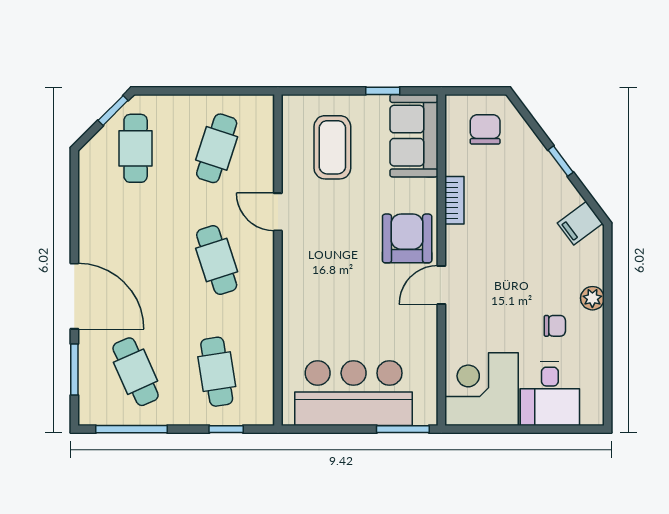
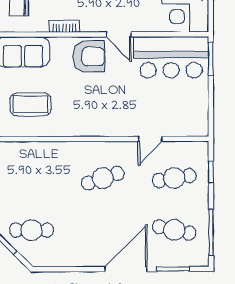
cafe table: (217, 148) -> (31, 178), removed
door: (278, 212) -> (150, 139), moved
armchair: (407, 238) -> (89, 56), turned 180
cafe table: (136, 372) -> (174, 230), turned 36
bar counter: (354, 393) -> (171, 57), moved, turned -90

